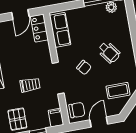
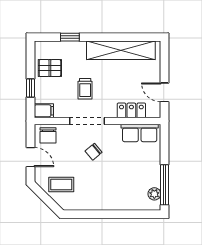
locker: (39, 28) -> (131, 110), moved
wheelchair: (109, 52) -> (105, 182), removed
coffee table: (118, 91) -> (61, 185), turned 90

